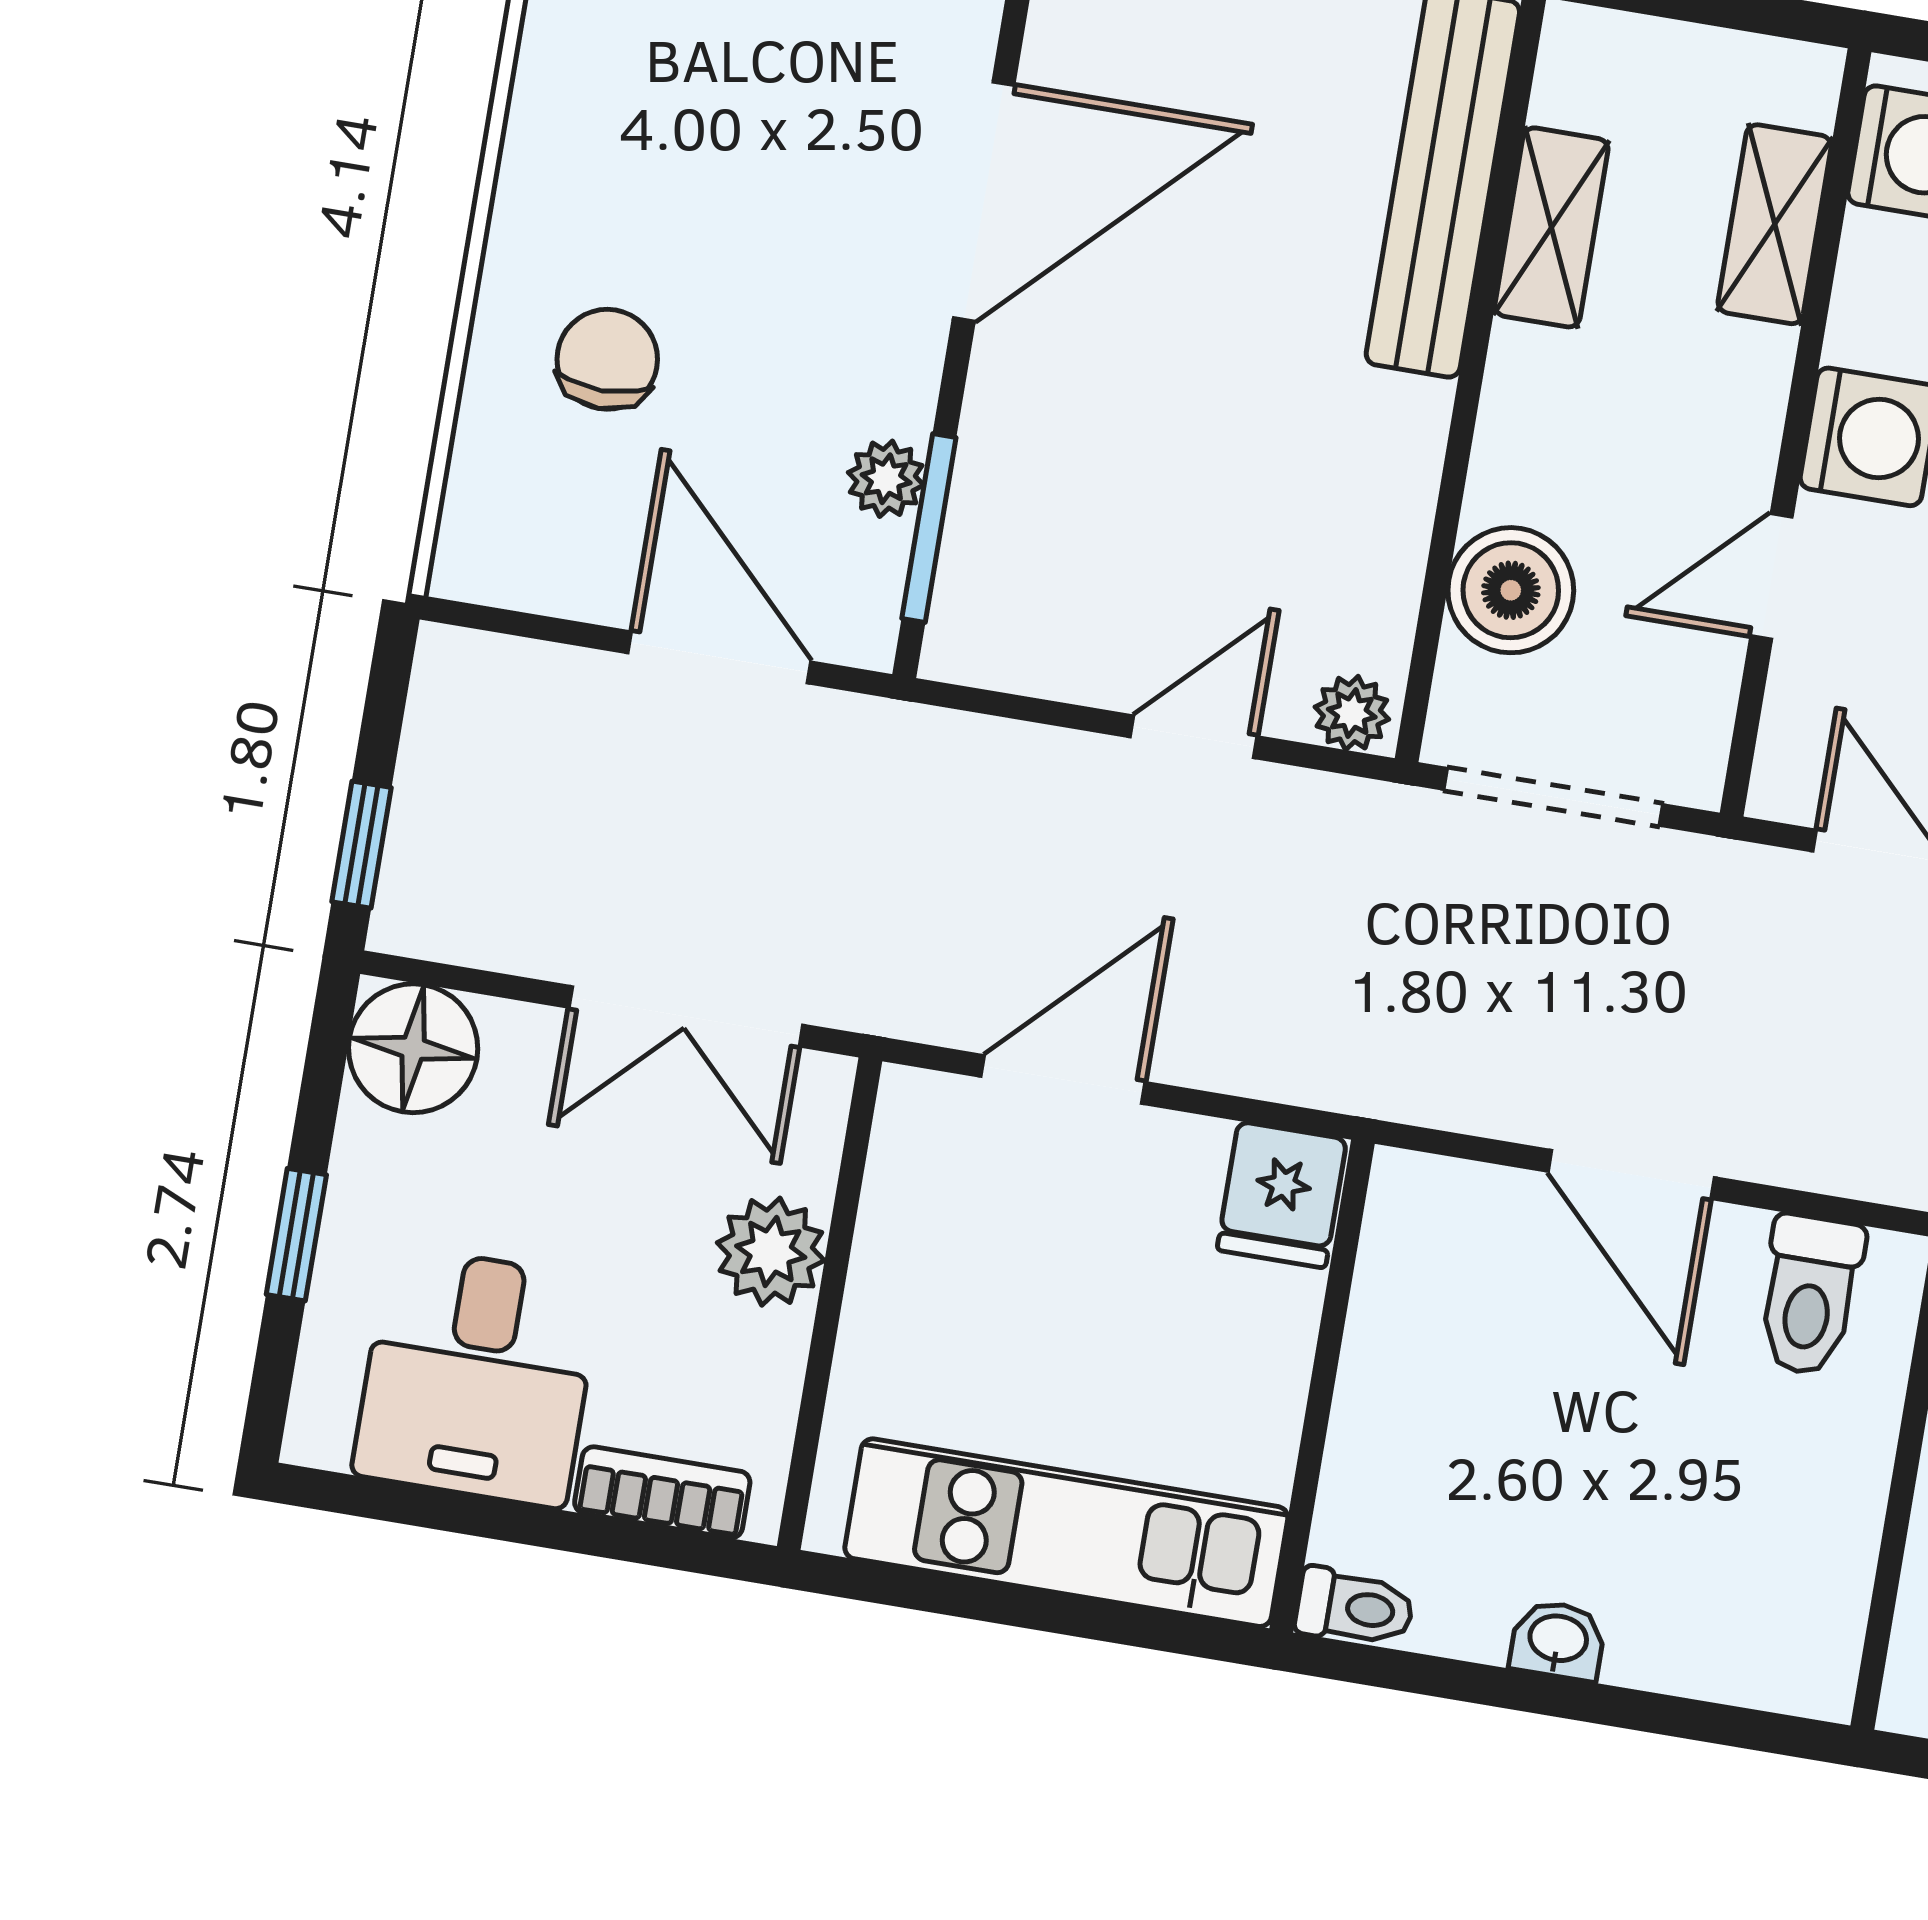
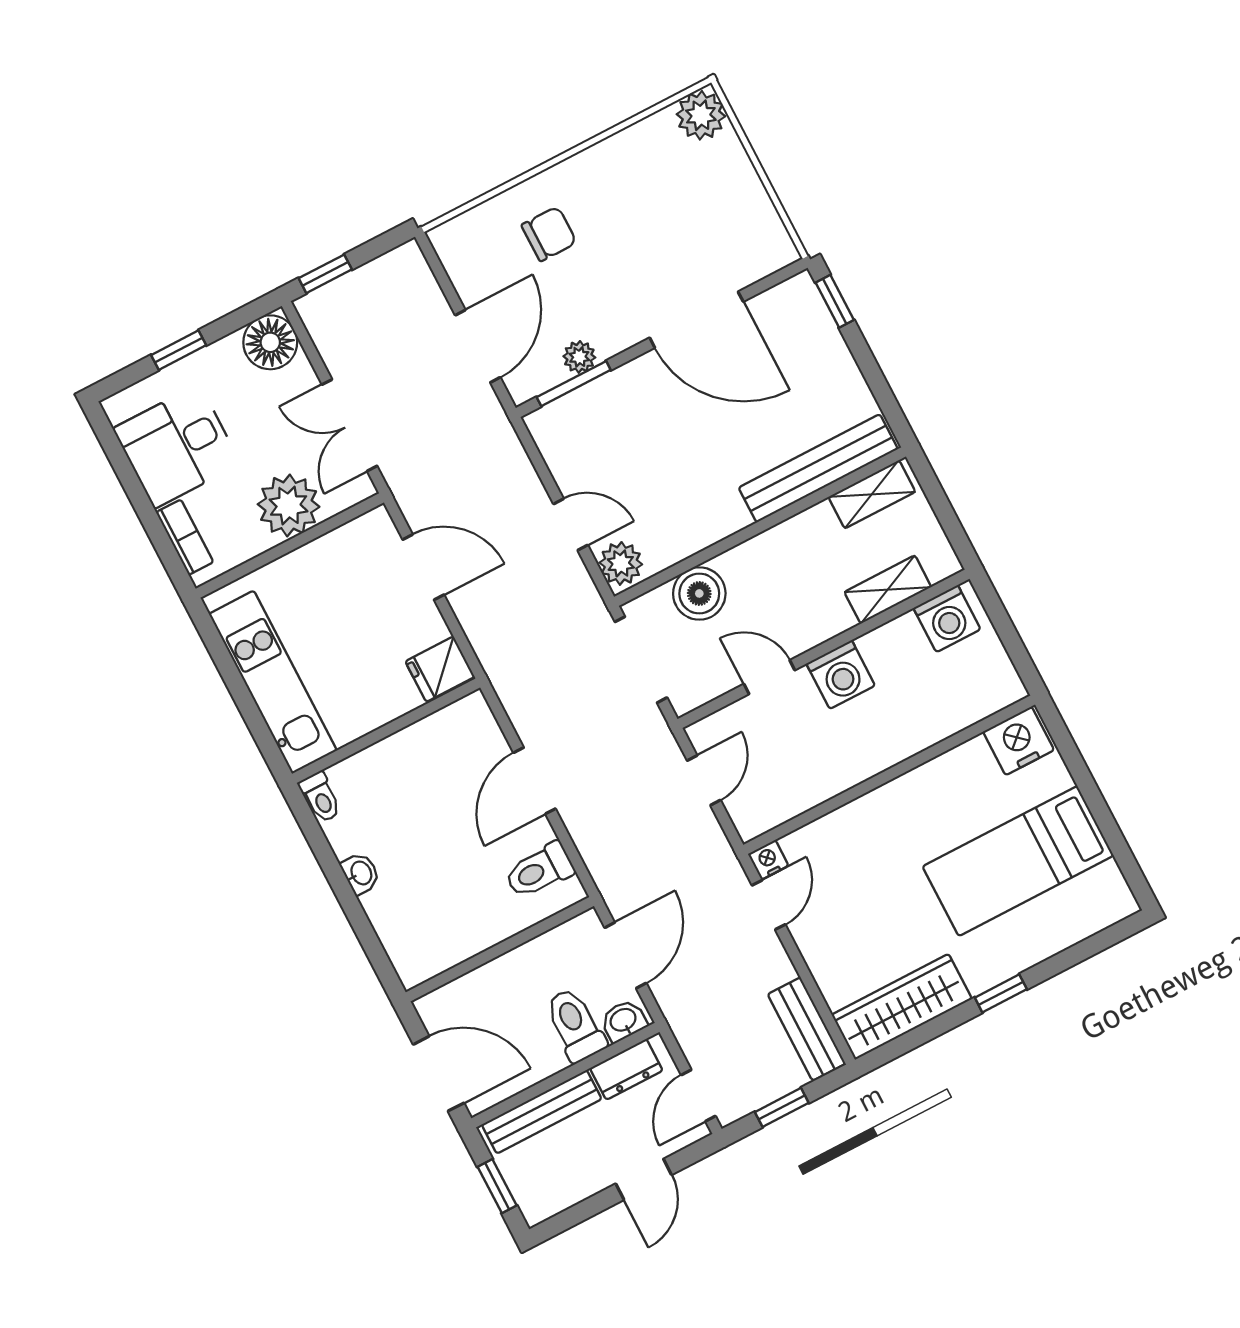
shelving: (1551, 227) -> (872, 494), moved
plant: (1352, 713) -> (621, 563), width x1.38, depth x1.38
plant: (771, 1252) -> (289, 505), width x1.36, depth x1.36

